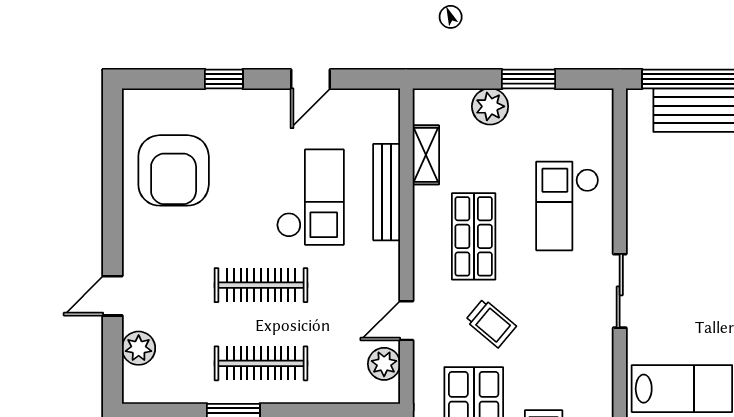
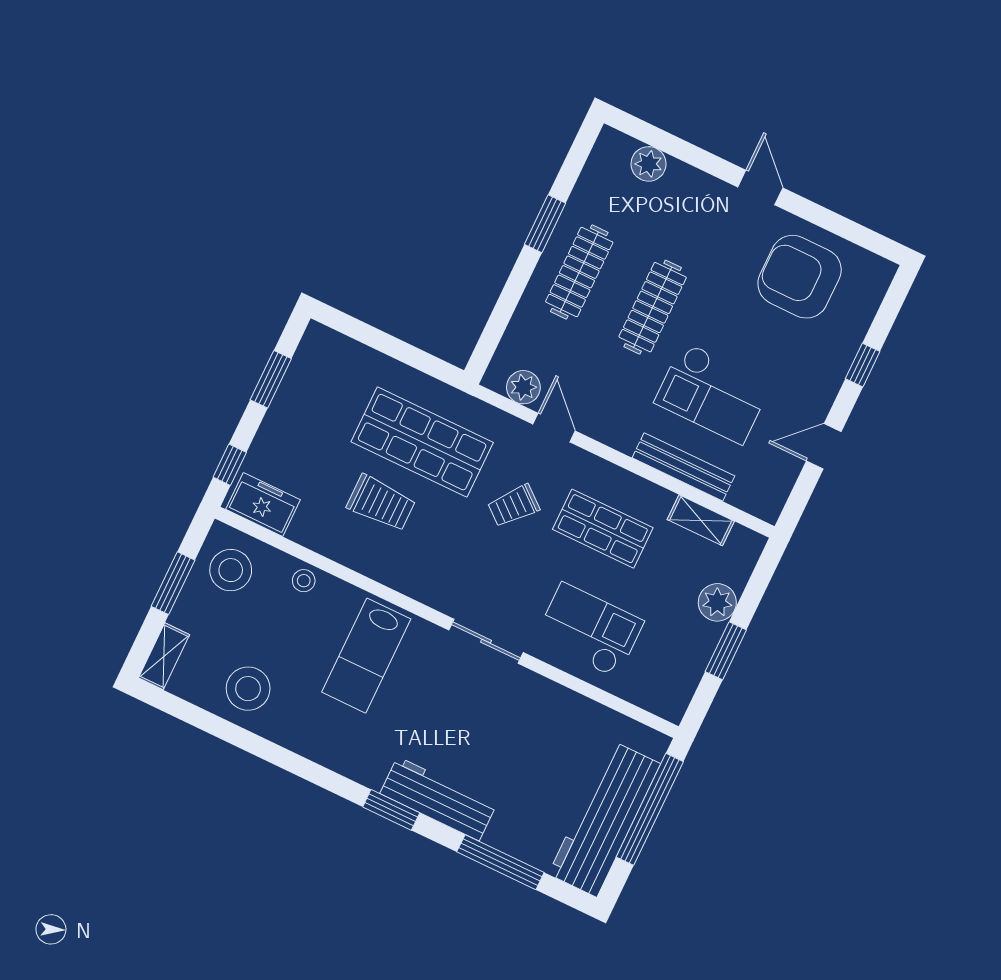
door: (311, 79) -> (824, 446), hinge flipped
door: (113, 296) -> (760, 187), moved

